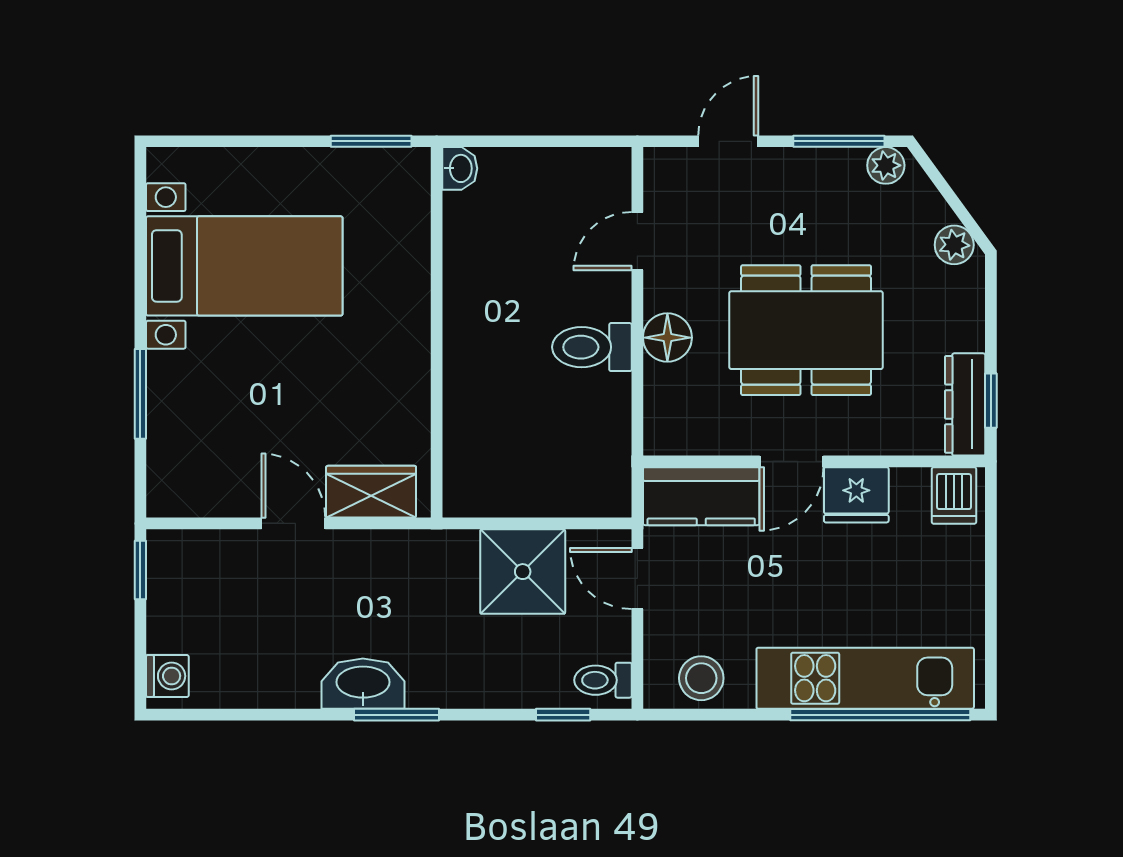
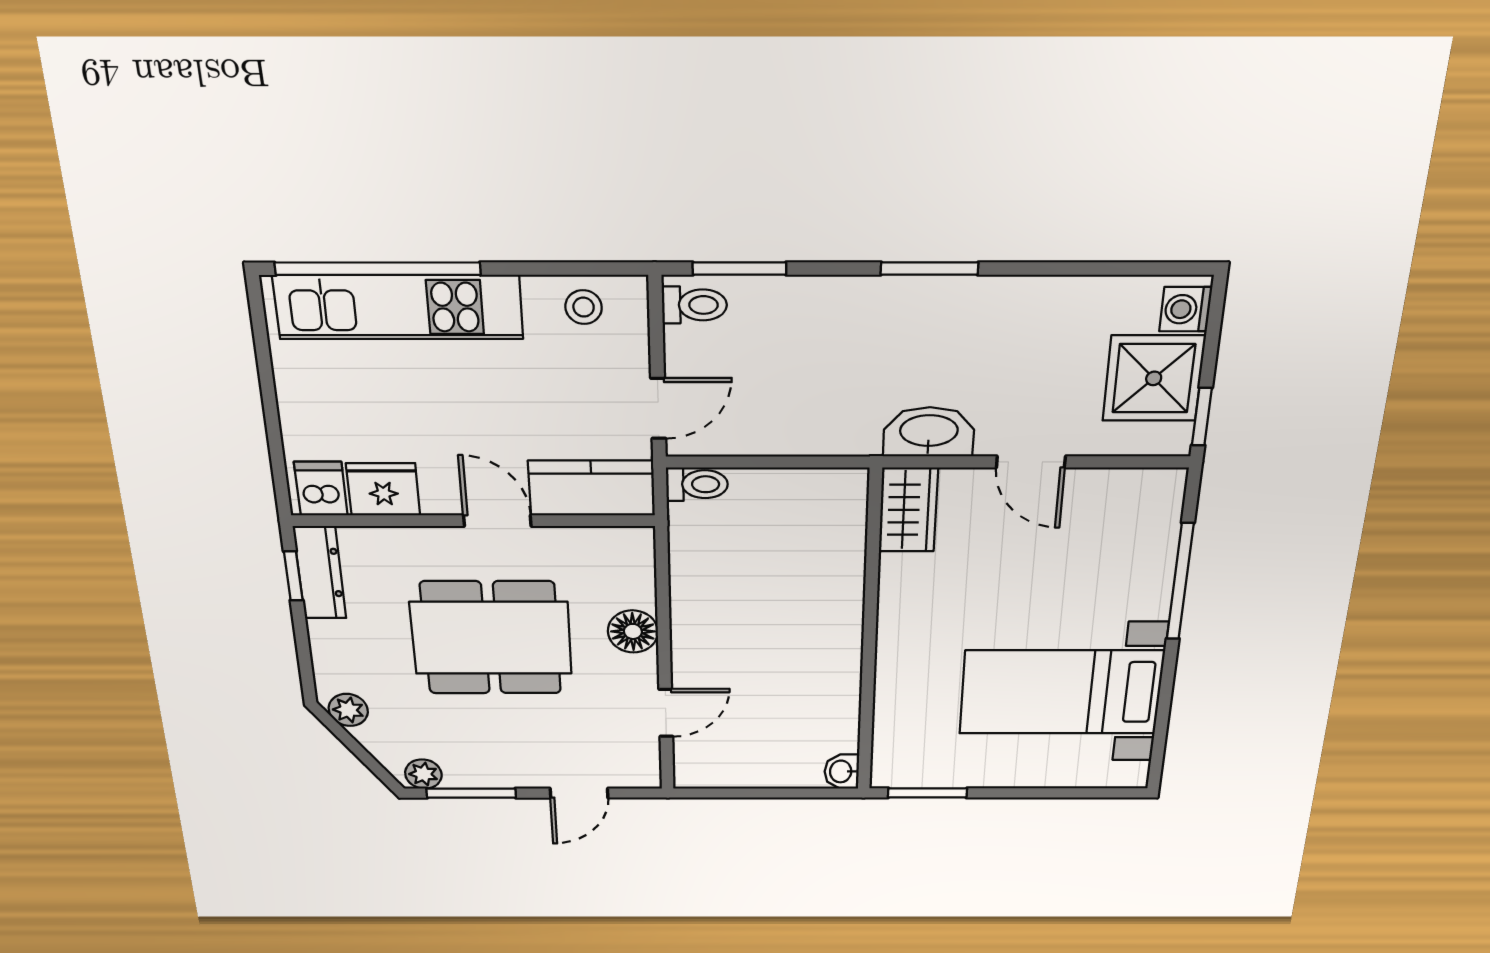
toilet: (592, 347) -> (697, 484), moved, width x0.73, depth x0.72
window: (140, 394) -> (1180, 582), width x1.44
door: (792, 461) -> (497, 521), hinge flipped
wardrobe: (371, 492) -> (908, 510), moved, turned -90
fridge: (856, 495) -> (383, 489), moved
shower: (523, 572) -> (1154, 378), moved
door: (637, 579) -> (658, 408), hinge flipped
stool: (701, 678) -> (584, 307), width x0.73, depth x0.73
washbasin: (363, 684) -> (929, 432), moved, turned 180
window: (563, 715) -> (739, 269), width x1.50

